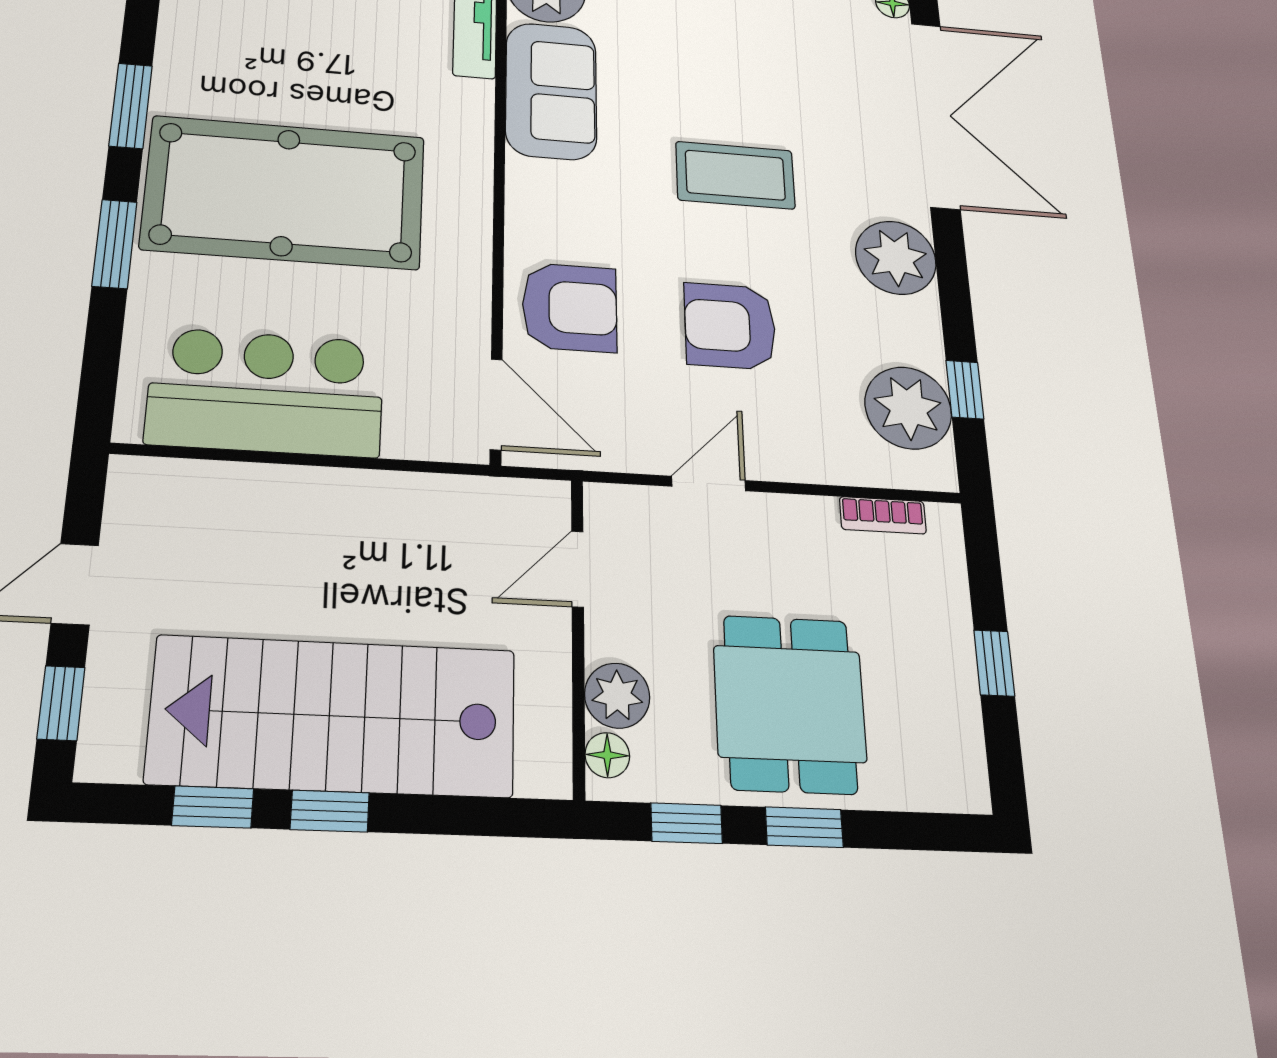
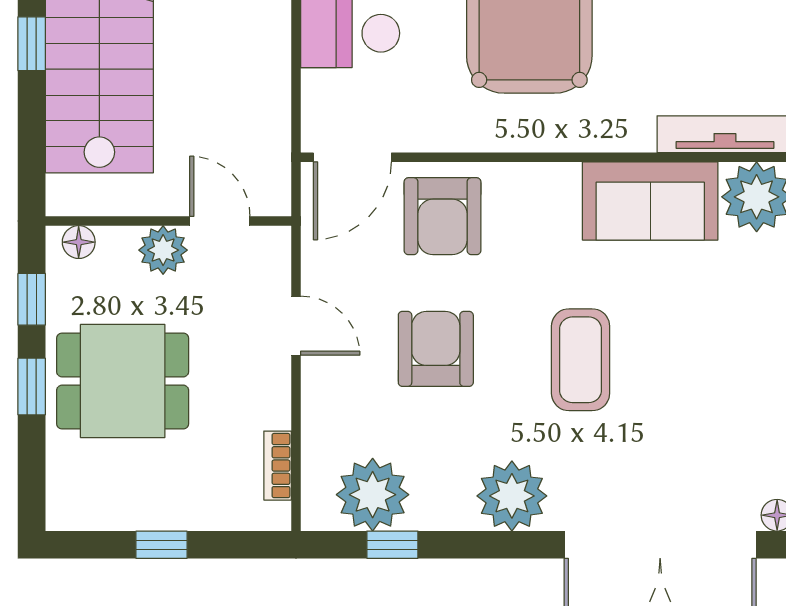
plant: (617, 696) -> (163, 250), moved

